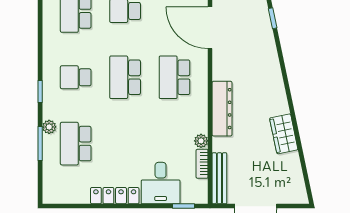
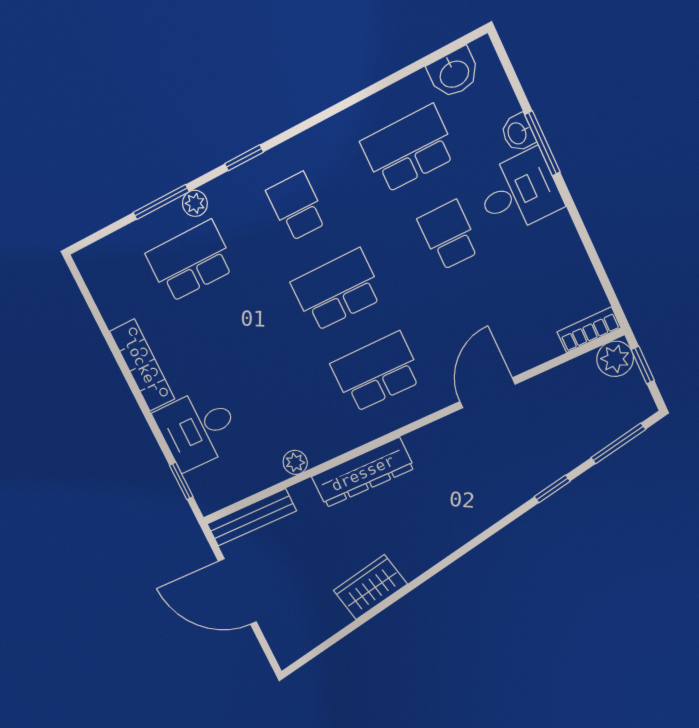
door: (210, 28) -> (487, 393), width x0.73
bookcase: (202, 164) -> (260, 480), removed

